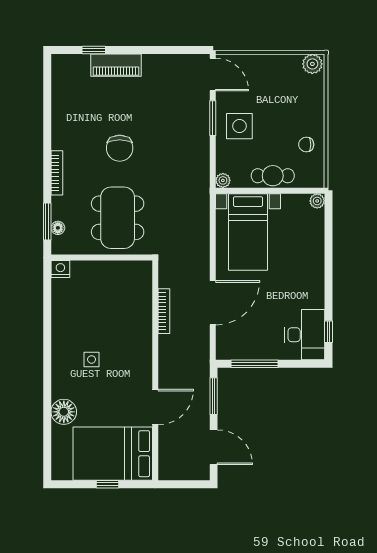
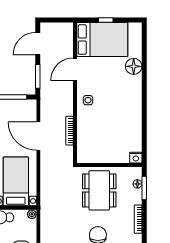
door: (213, 303) -> (38, 136), hinge flipped
side table: (92, 359) -> (88, 100), moved
door: (214, 447) -> (38, 44), hinge flipped

